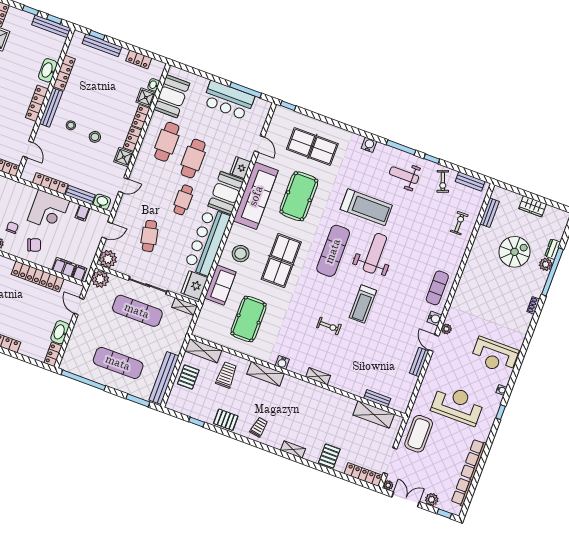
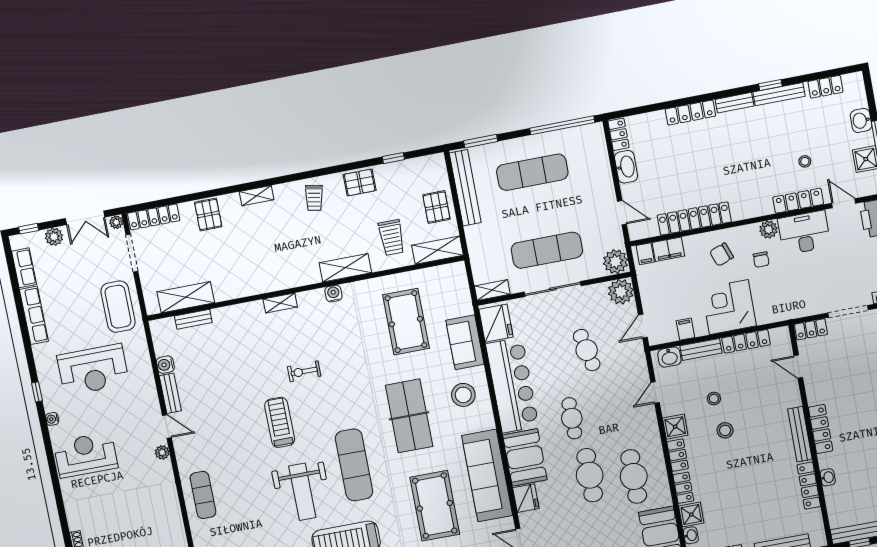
washbasin: (48, 70) -> (828, 477), width x0.52, depth x0.69
stool: (71, 125) -> (714, 399), moved
water cooler: (435, 319) -> (165, 365), moved

